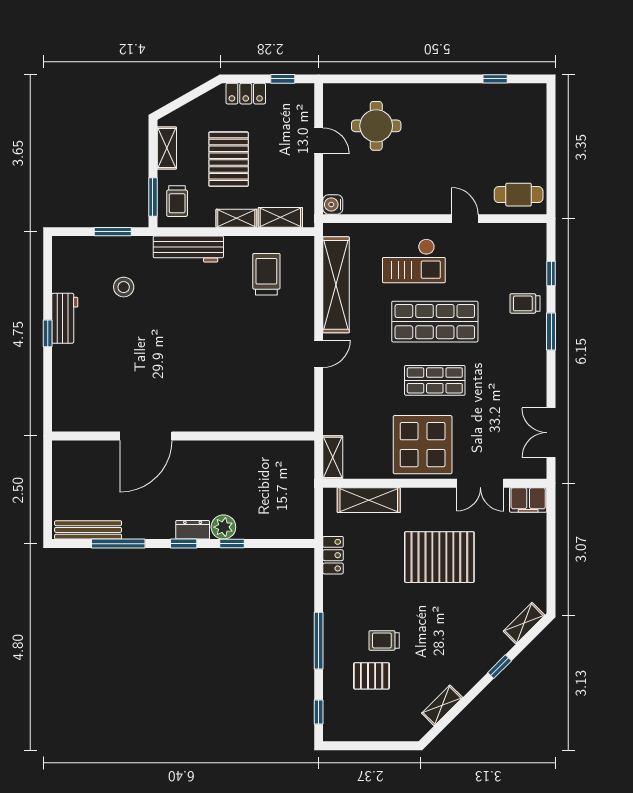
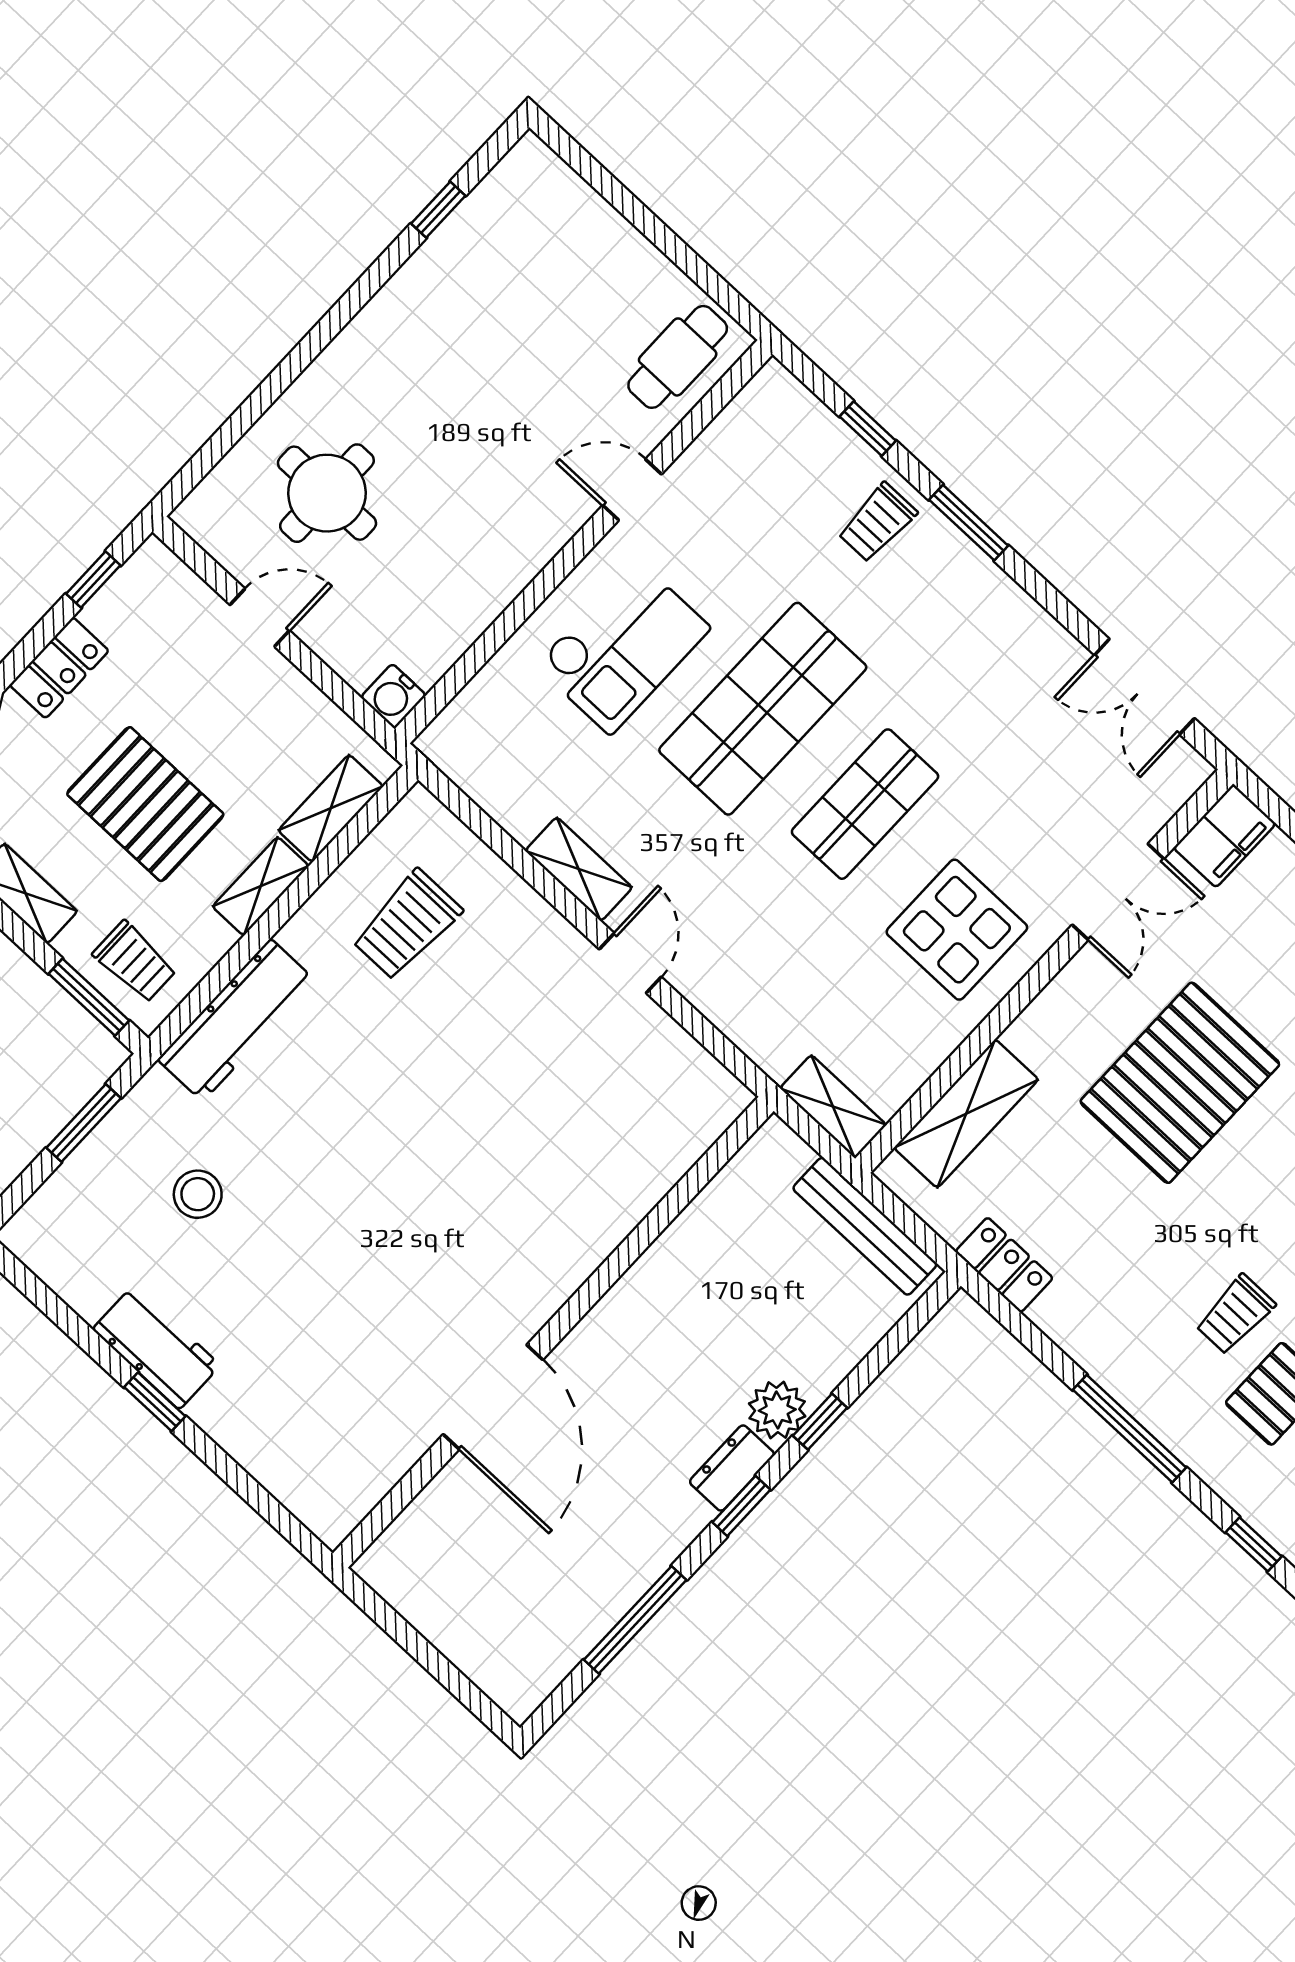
trolley: (266, 274) -> (407, 925), turned -90
shelving: (336, 285) -> (579, 869), width x0.45, depth x0.75
display table: (423, 445) -> (957, 930), width x0.73, depth x0.73
bench: (88, 530) -> (865, 1226), moved, turned 90

